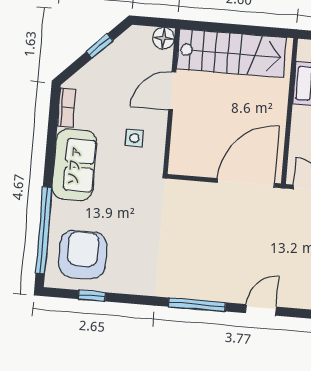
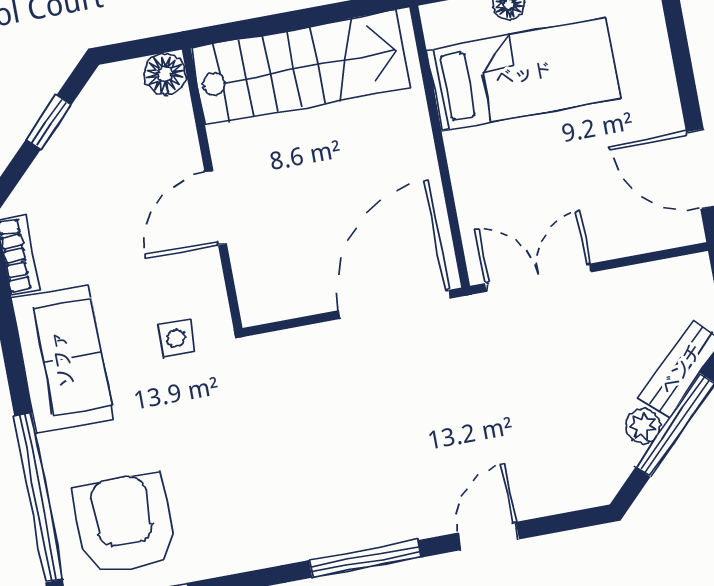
door: (172, 91) -> (216, 208), moved
side table: (134, 138) -> (176, 338), moved

